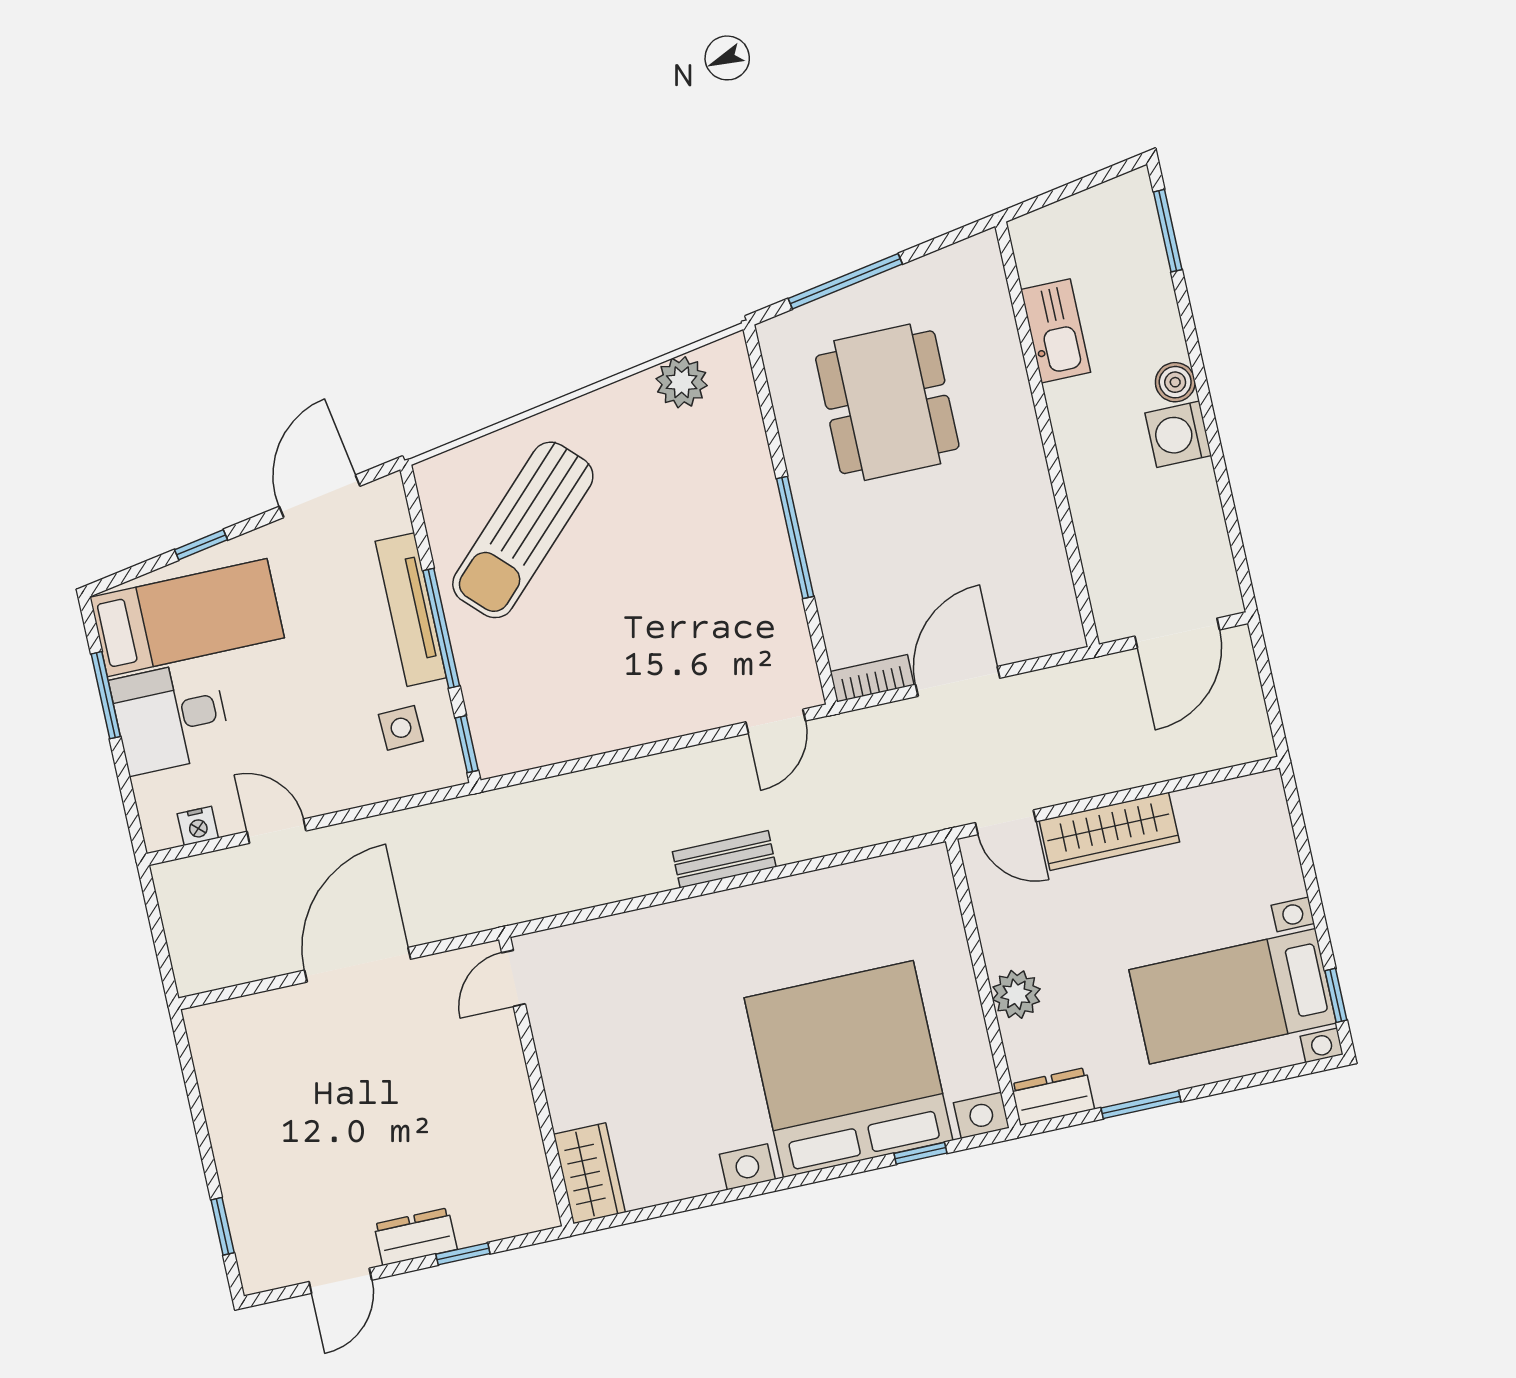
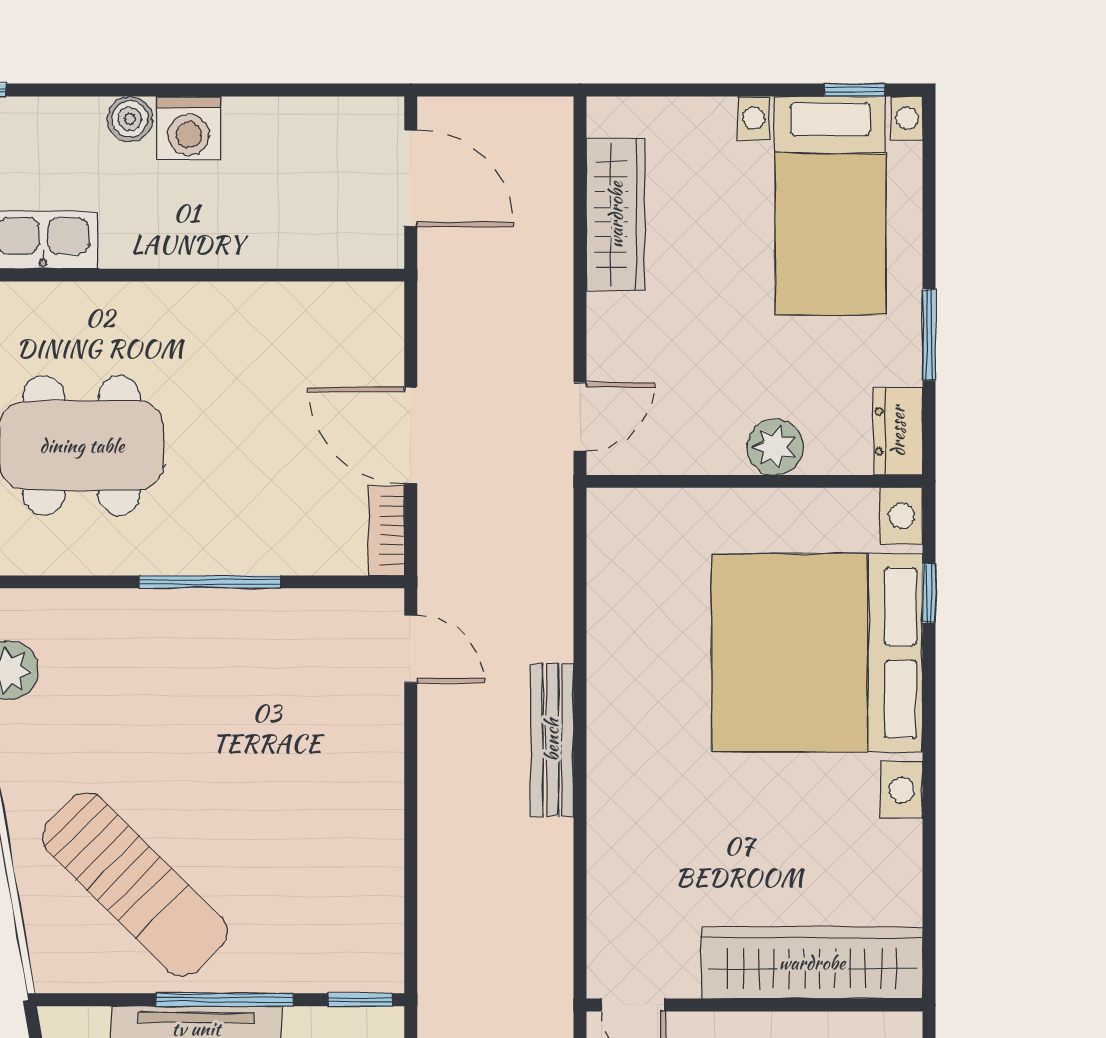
wardrobe: (1109, 831) -> (616, 215), moved
bench: (724, 859) -> (552, 740), width x1.36
wardrobe: (589, 1173) -> (812, 963), width x2.10, depth x1.17

